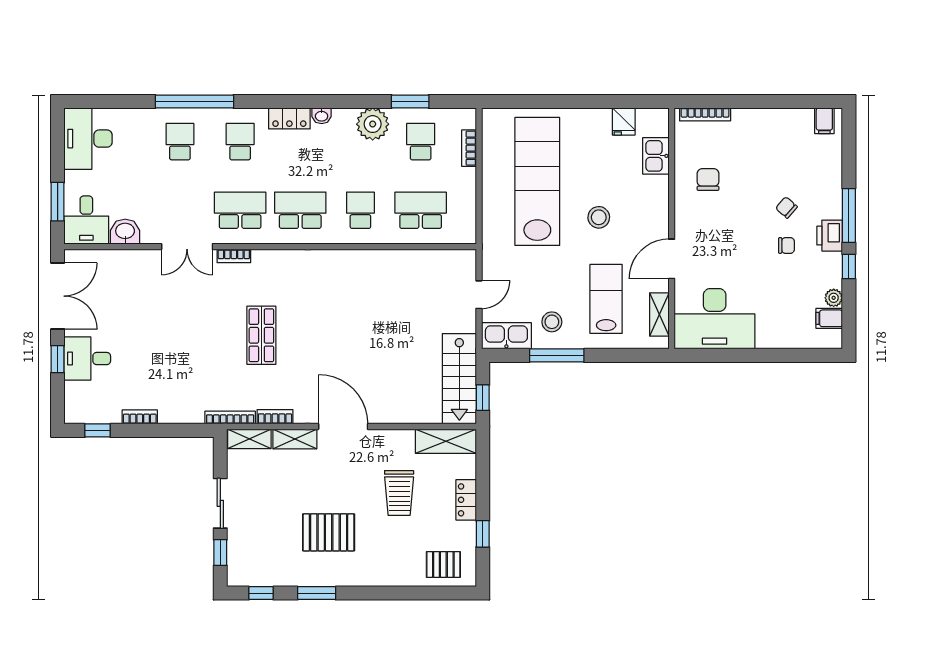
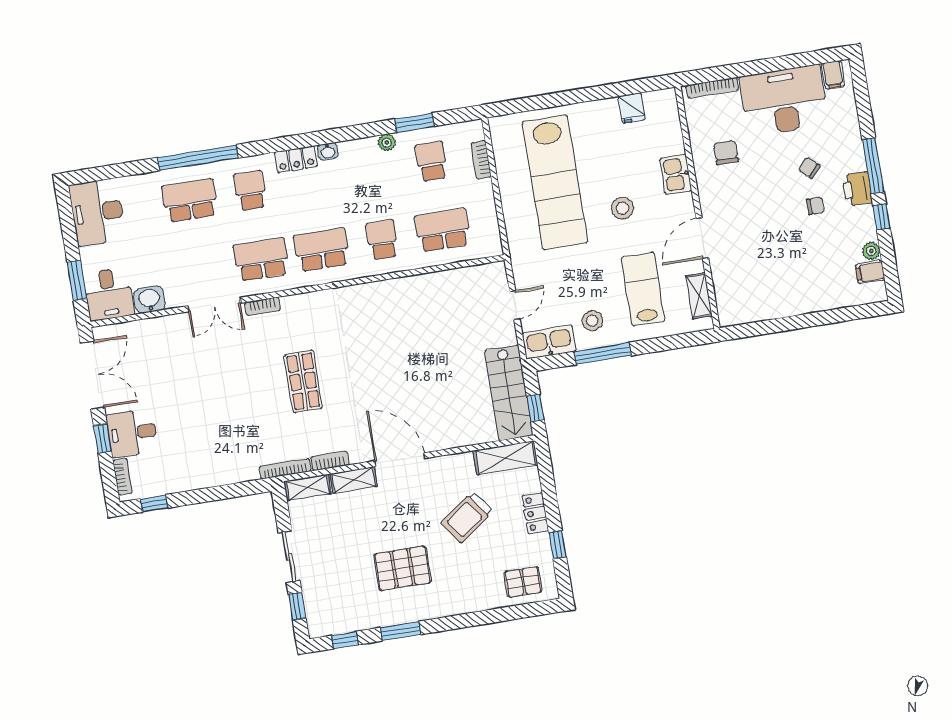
plant: (373, 124) -> (387, 143), width x0.53, depth x0.53
school desk: (180, 142) -> (190, 200), width x1.85
kitchen sink: (656, 156) -> (676, 175), moved
lab bench: (537, 181) -> (555, 182), turned 180
desk: (715, 319) -> (784, 100), moved, turned 180
bookcase: (140, 417) -> (122, 477), moved, turned 90
trolley: (399, 493) -> (467, 517), turned 54

